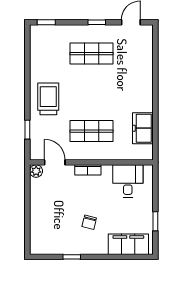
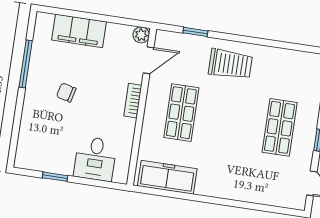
freezer: (143, 128) -> (167, 177), width x1.40
desk: (128, 181) -> (95, 159), moved, turned 90
filing cabinet: (128, 244) -> (79, 31), moved, turned 90
window: (72, 257) -> (26, 64), width x2.17

